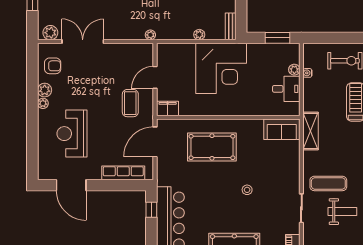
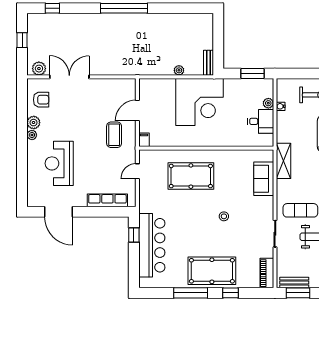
plant: (150, 35) -> (133, 71), removed
filing cabinet: (168, 108) -> (144, 140), width x0.50
sofa: (282, 129) -> (264, 179), moved, turned 90
door: (155, 142) -> (137, 171), width x0.53

